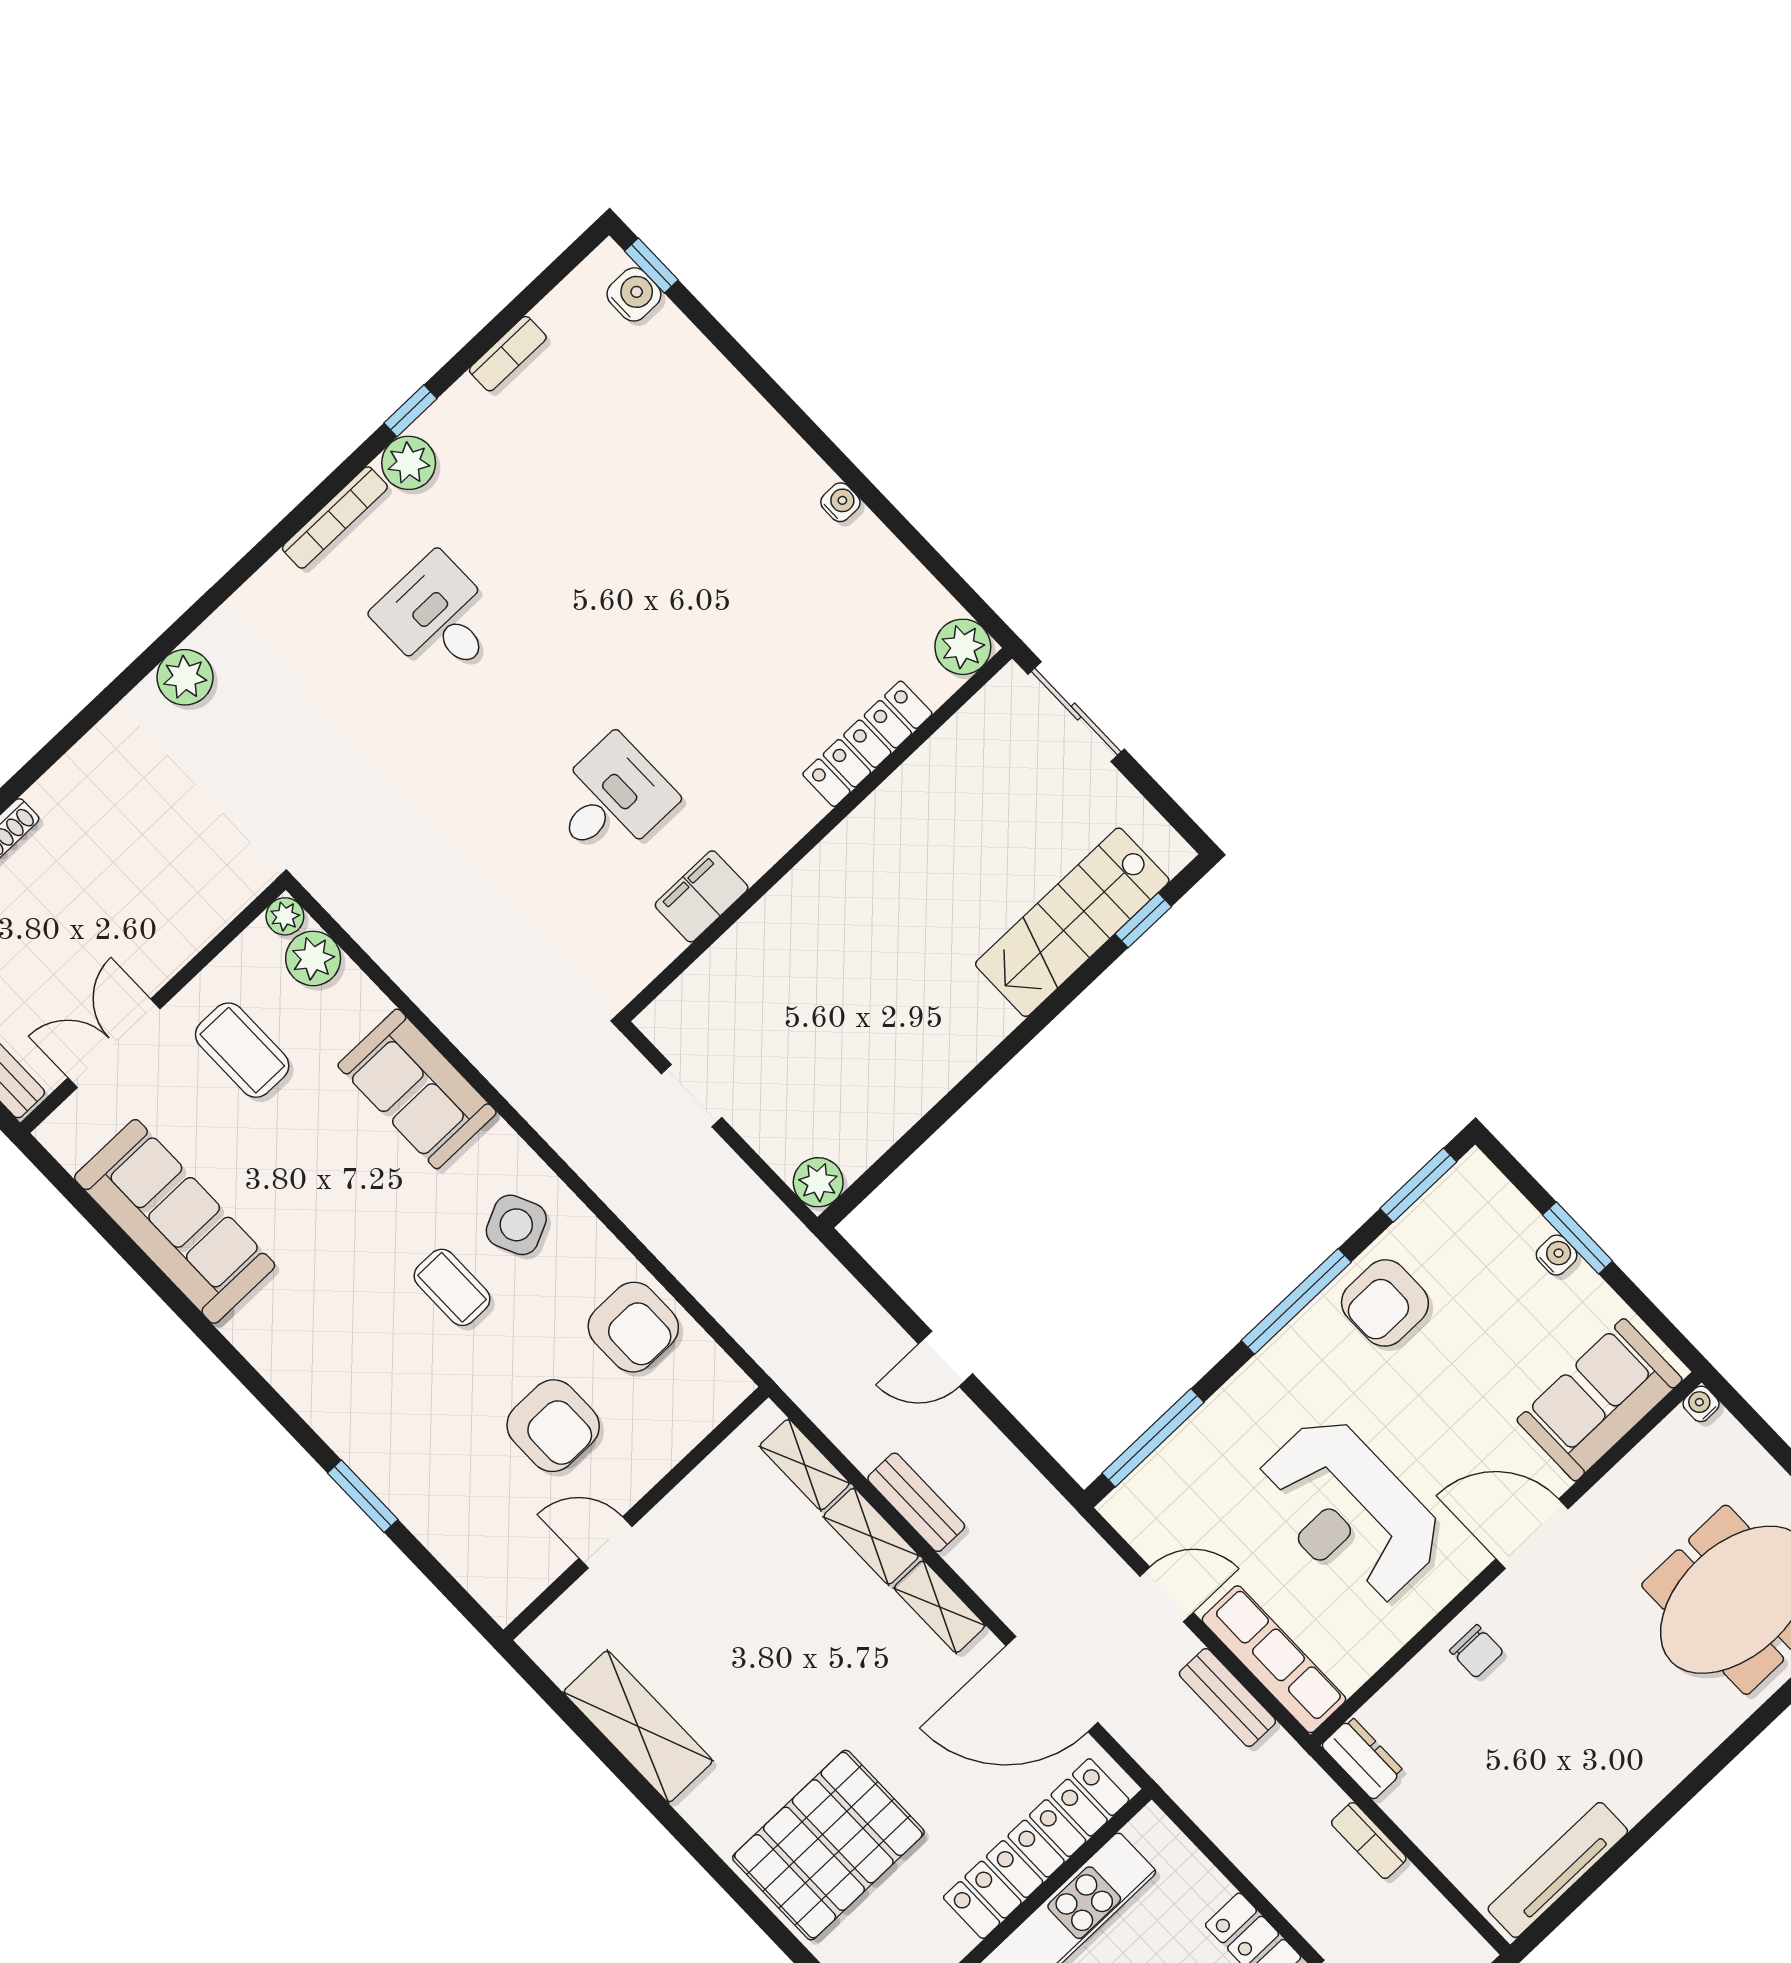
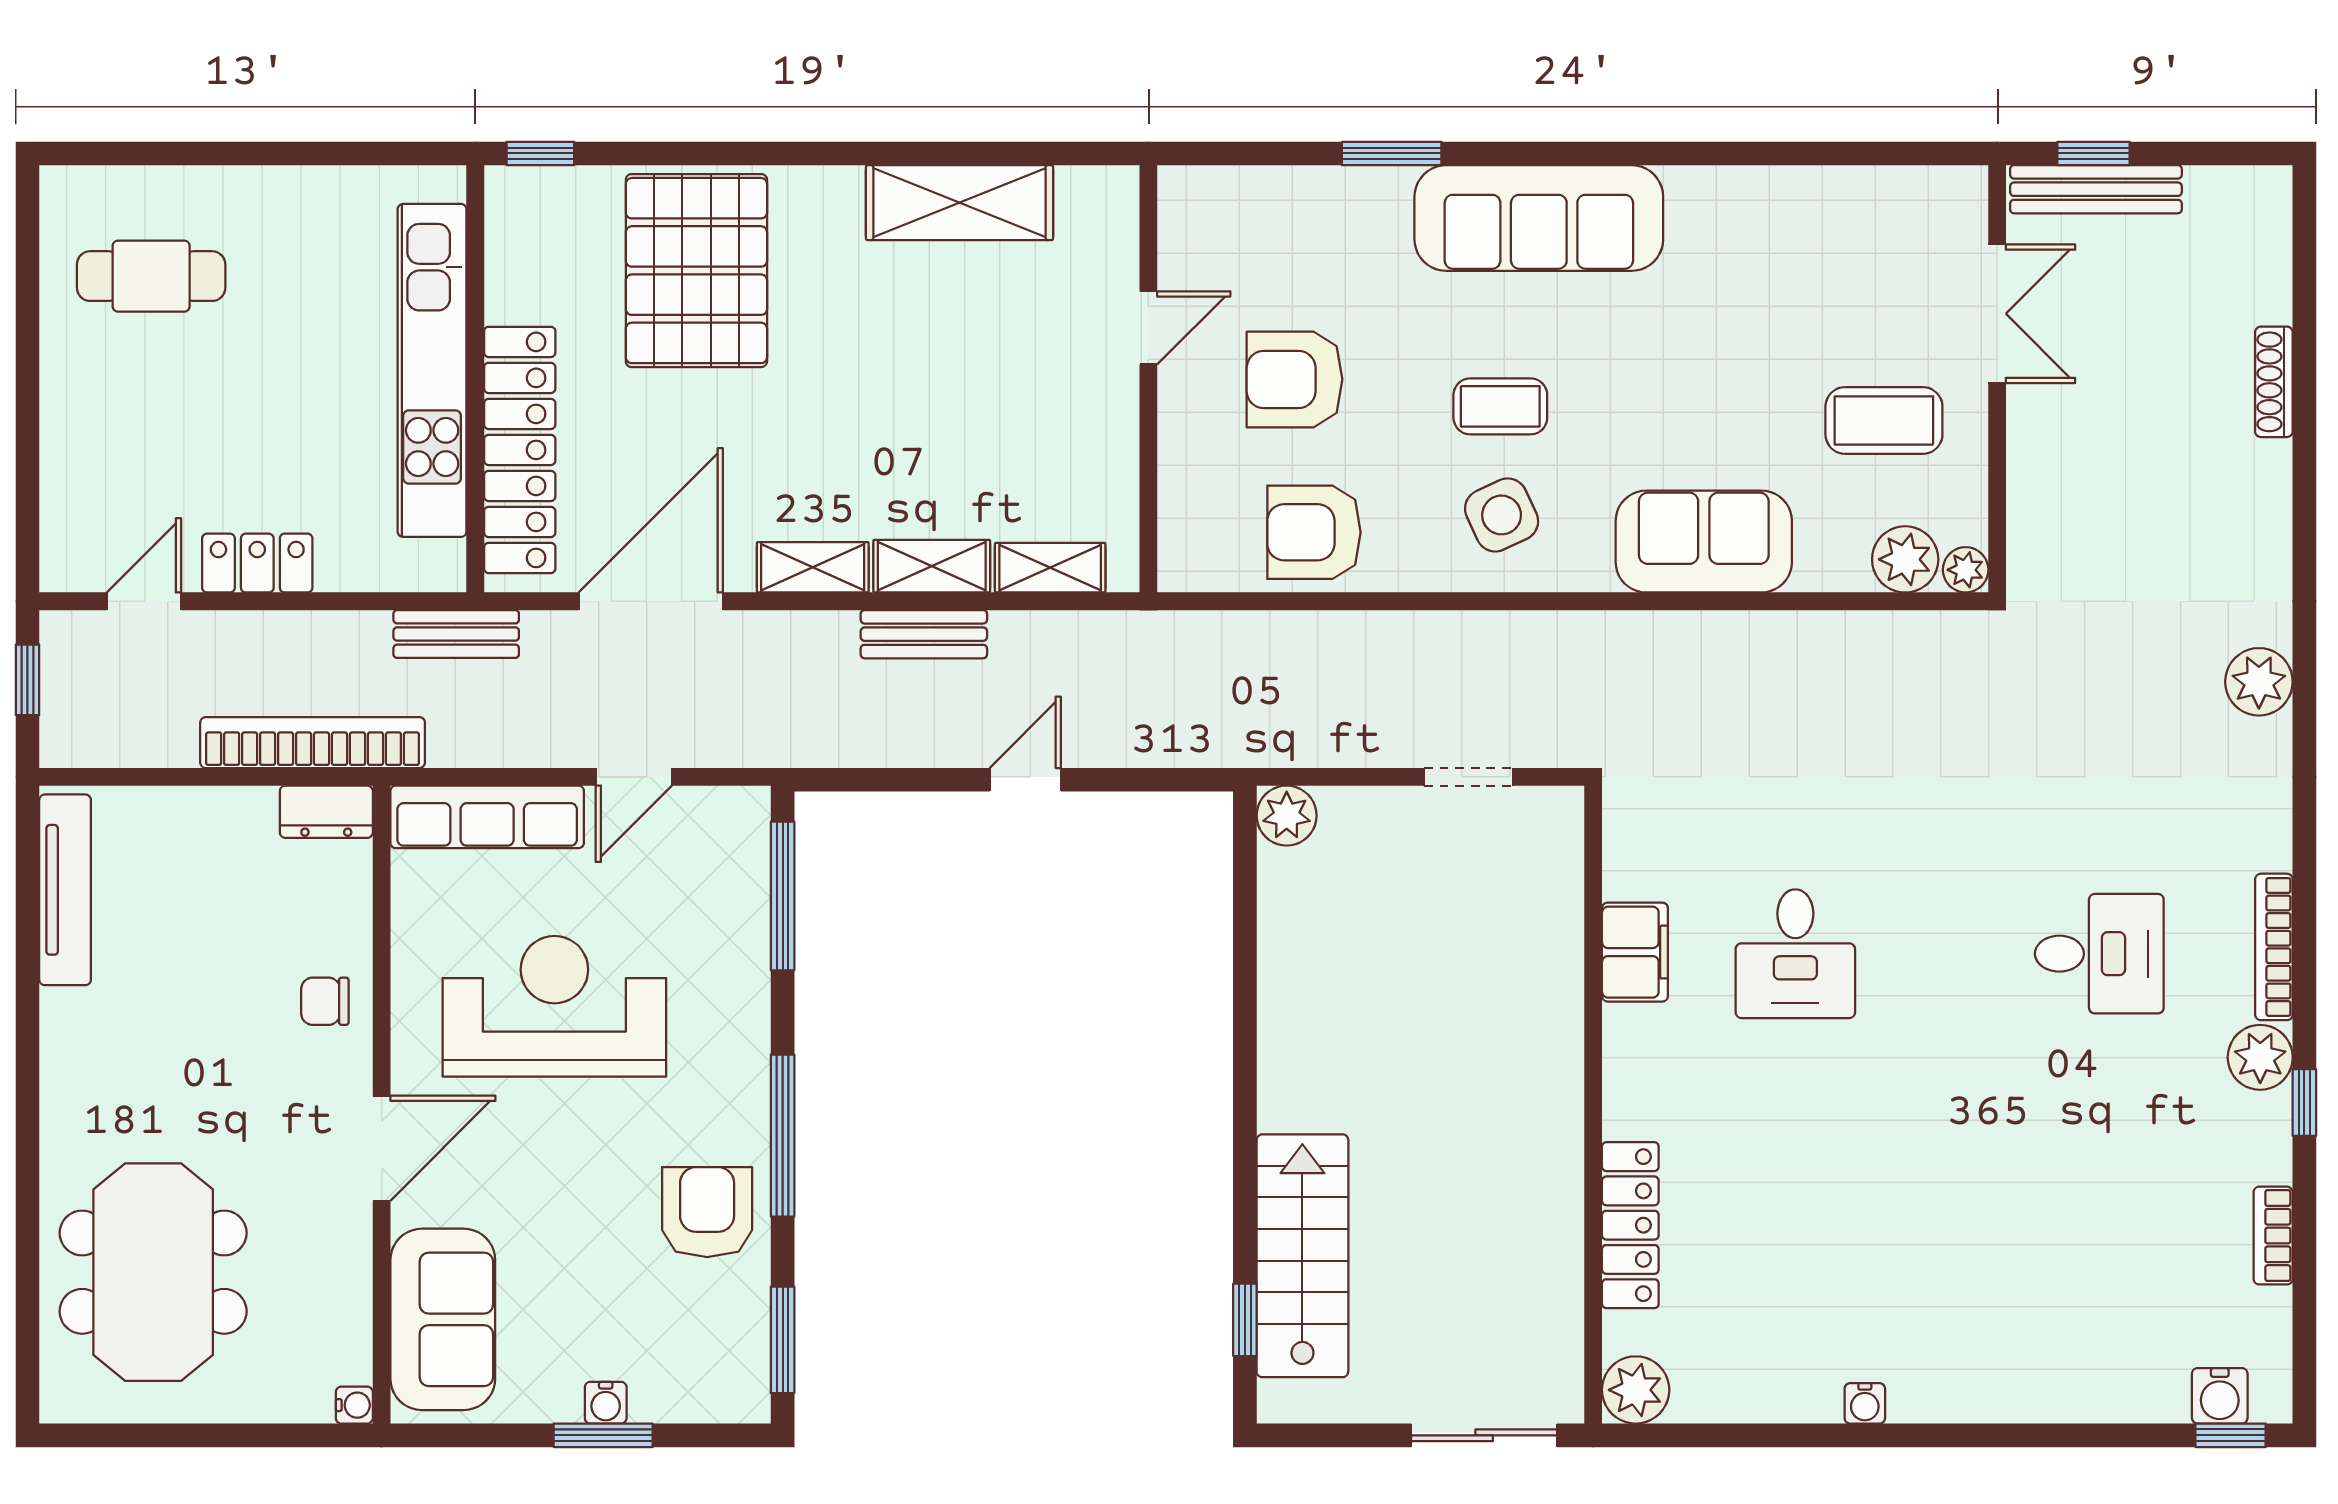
sofa: (175, 1221) -> (1539, 218), moved
bench: (1227, 1698) -> (456, 634), moved
bookcase: (1369, 1841) -> (313, 743), width x2.31, depth x1.31

